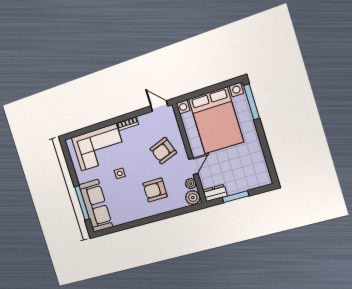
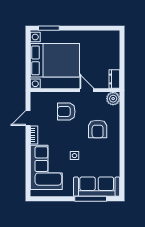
window: (251, 102) -> (49, 28), width x0.69
door: (159, 106) -> (28, 118), moved
armchair: (163, 151) -> (66, 112), turned 110
plant: (191, 184) -> (101, 97), removed
window: (236, 197) -> (122, 63), removed

